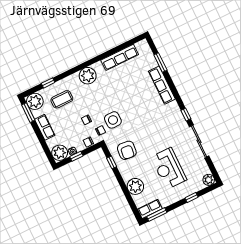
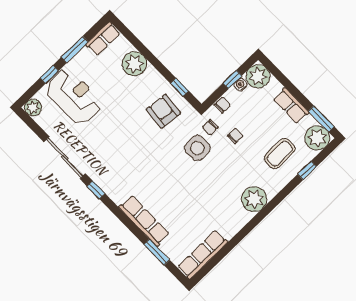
row of seats: (120, 57) -> (203, 254), moved
reception desk: (169, 168) -> (74, 96), moved
window: (157, 215) -> (75, 50), moved

